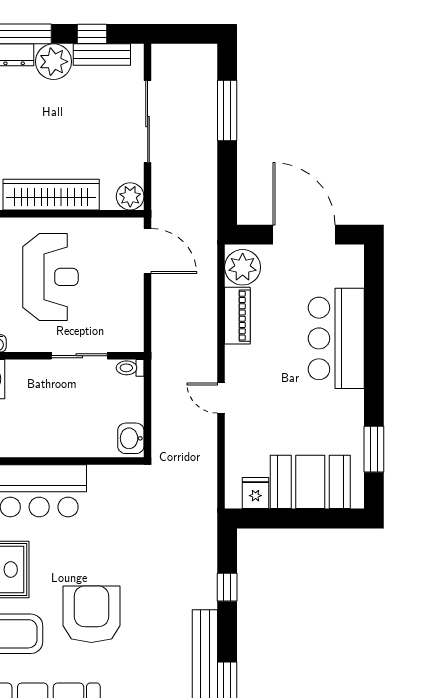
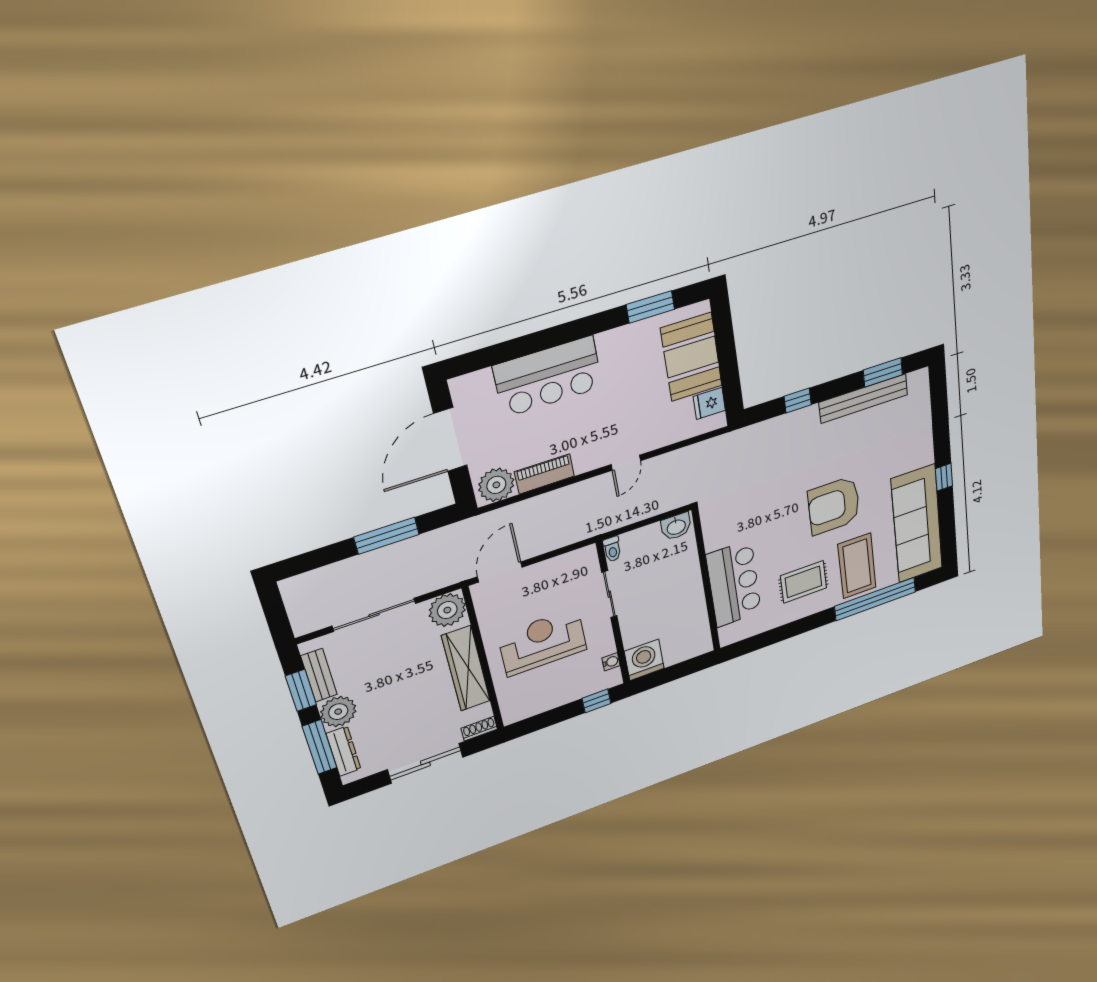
window: (92, 34) -> (301, 690), width x1.50
window: (227, 110) -> (387, 536), moved
plant: (130, 196) -> (447, 610), width x1.36, depth x1.36

